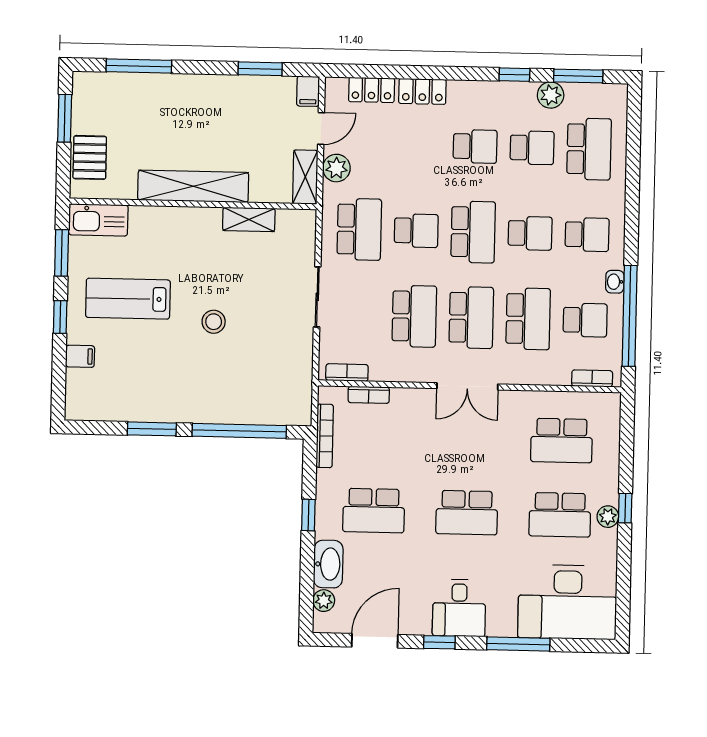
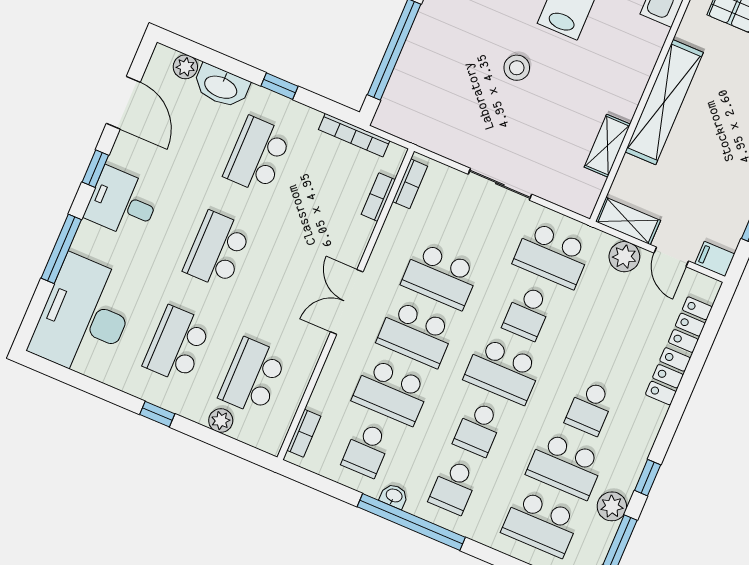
school desk: (532, 148) -> (565, 466), width x1.85
window: (630, 316) -> (411, 522), moved
plant: (608, 517) -> (221, 421), moved

